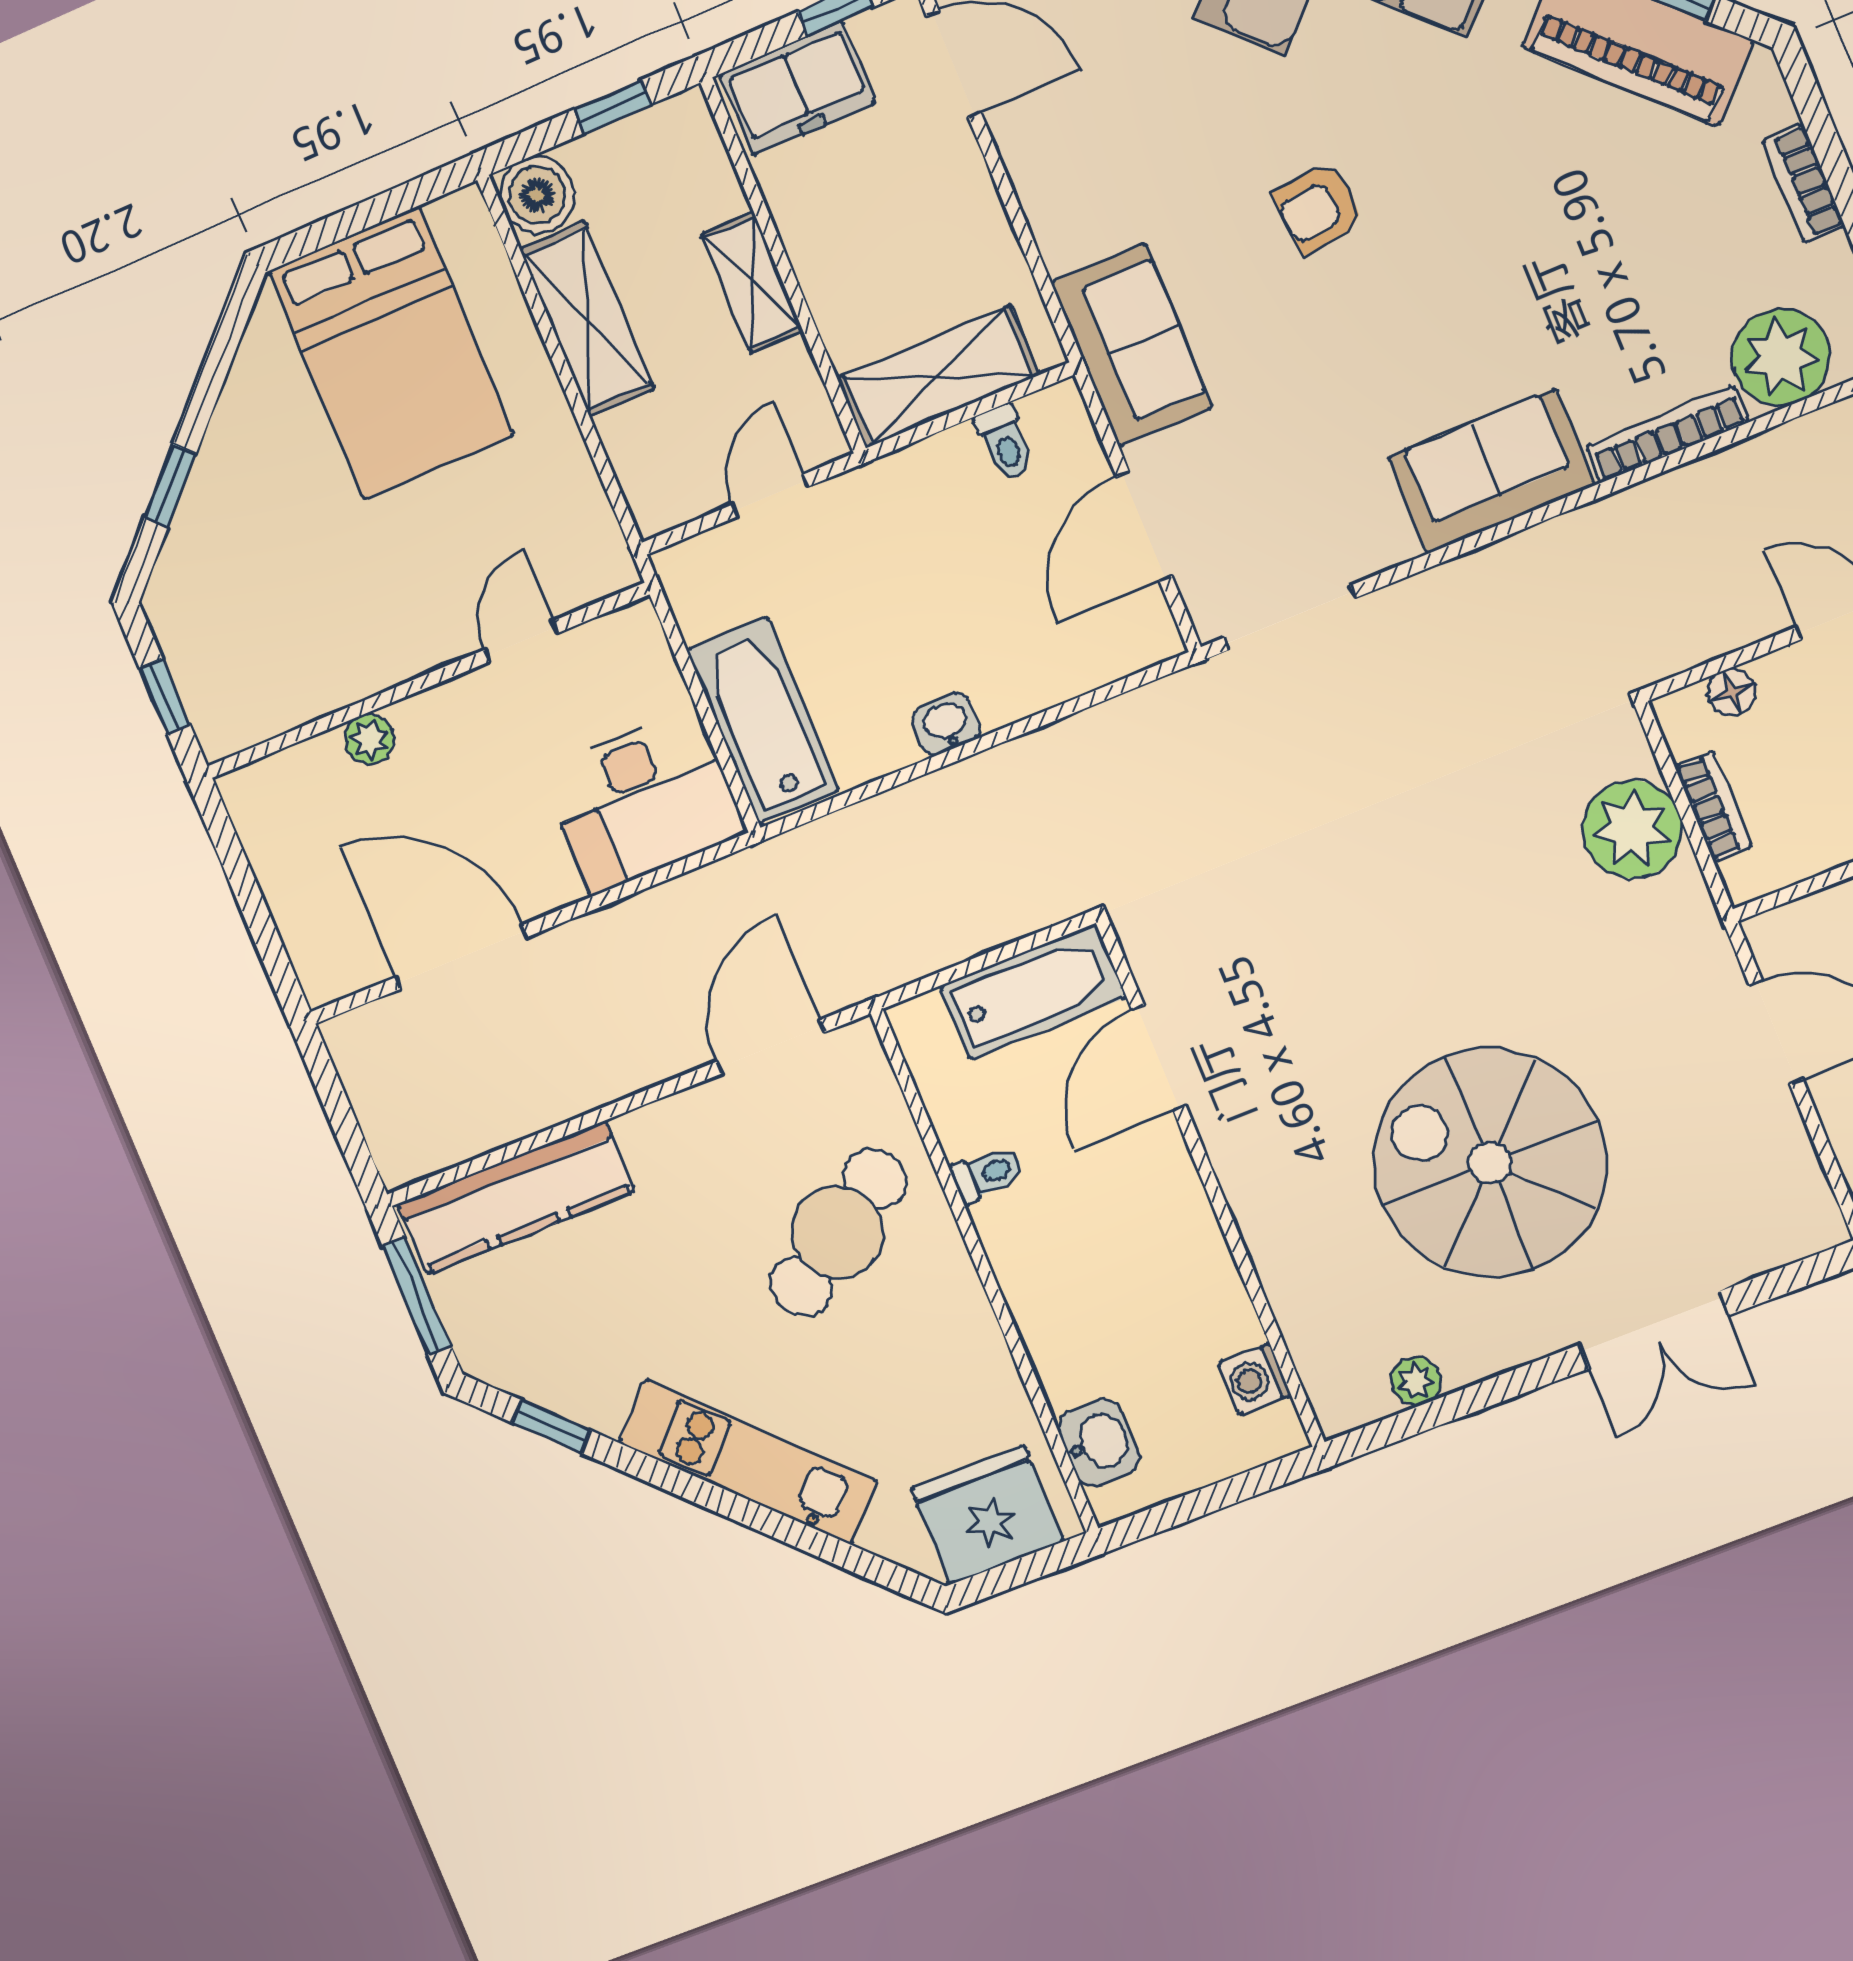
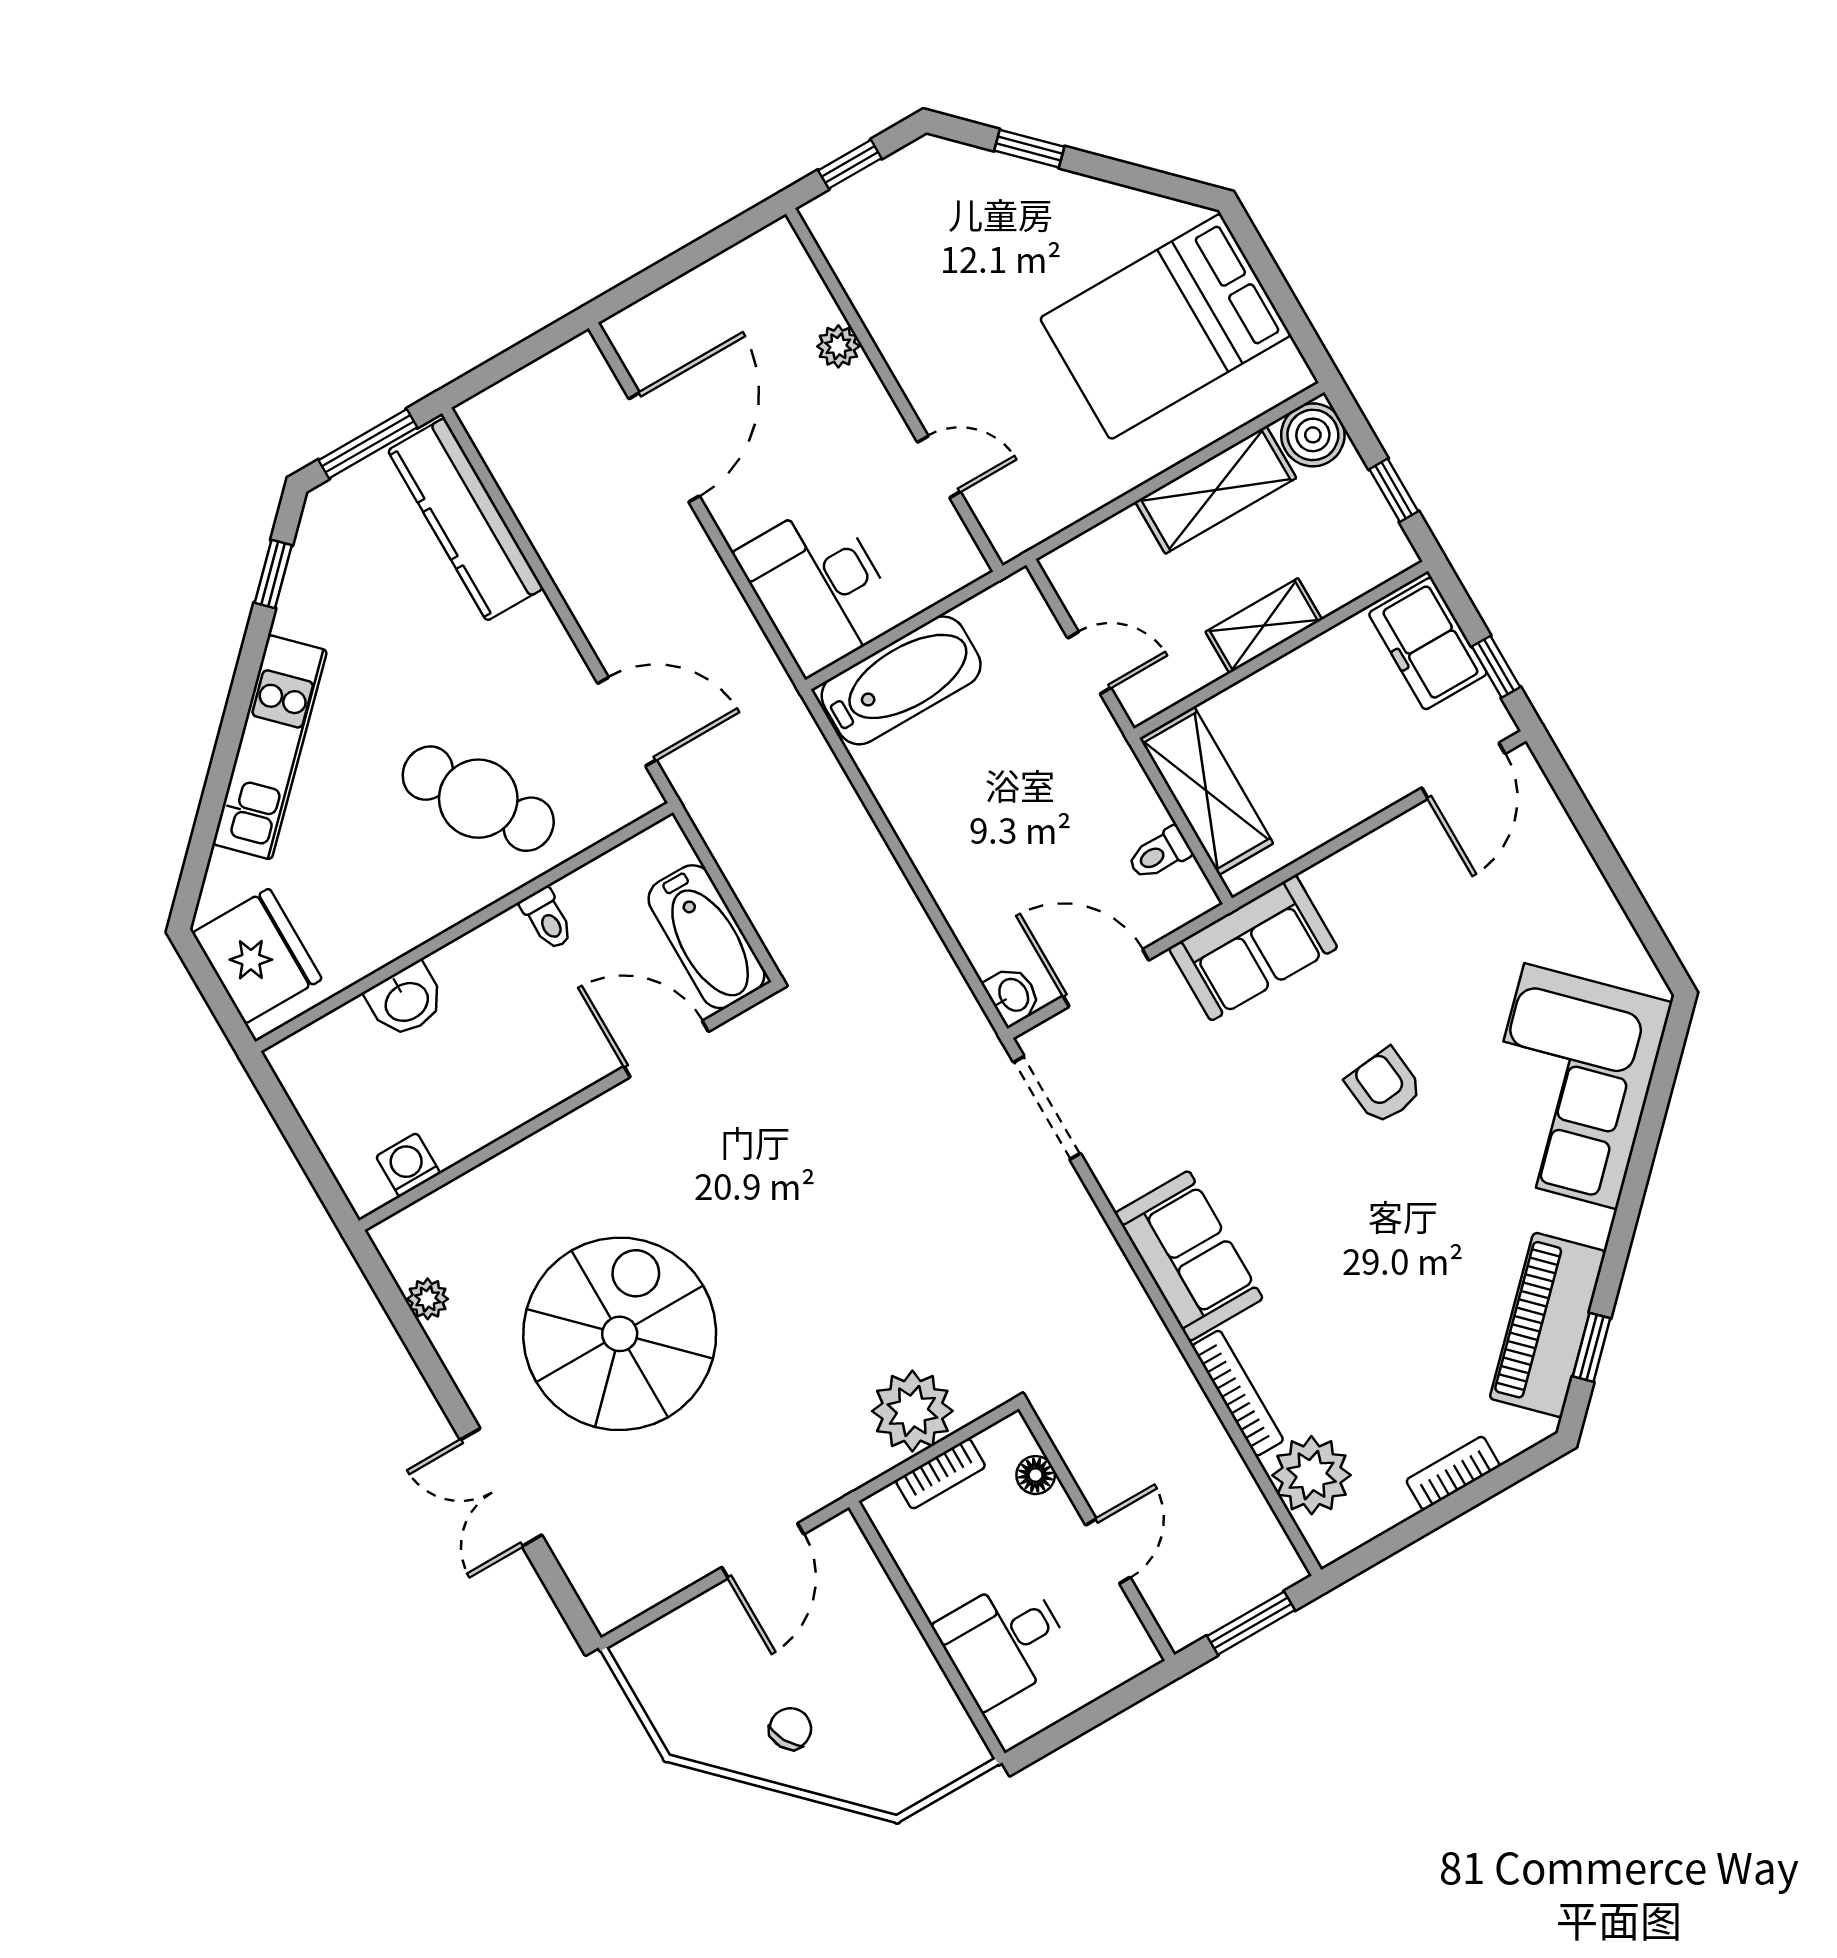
washbasin: (946, 724) -> (1013, 995), moved
washbasin: (1099, 1443) -> (406, 1000), moved

